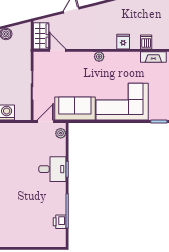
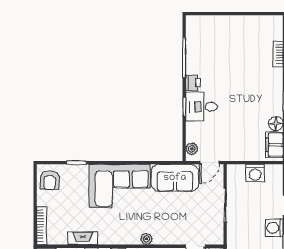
printer: (60, 222) -> (193, 83), moved

